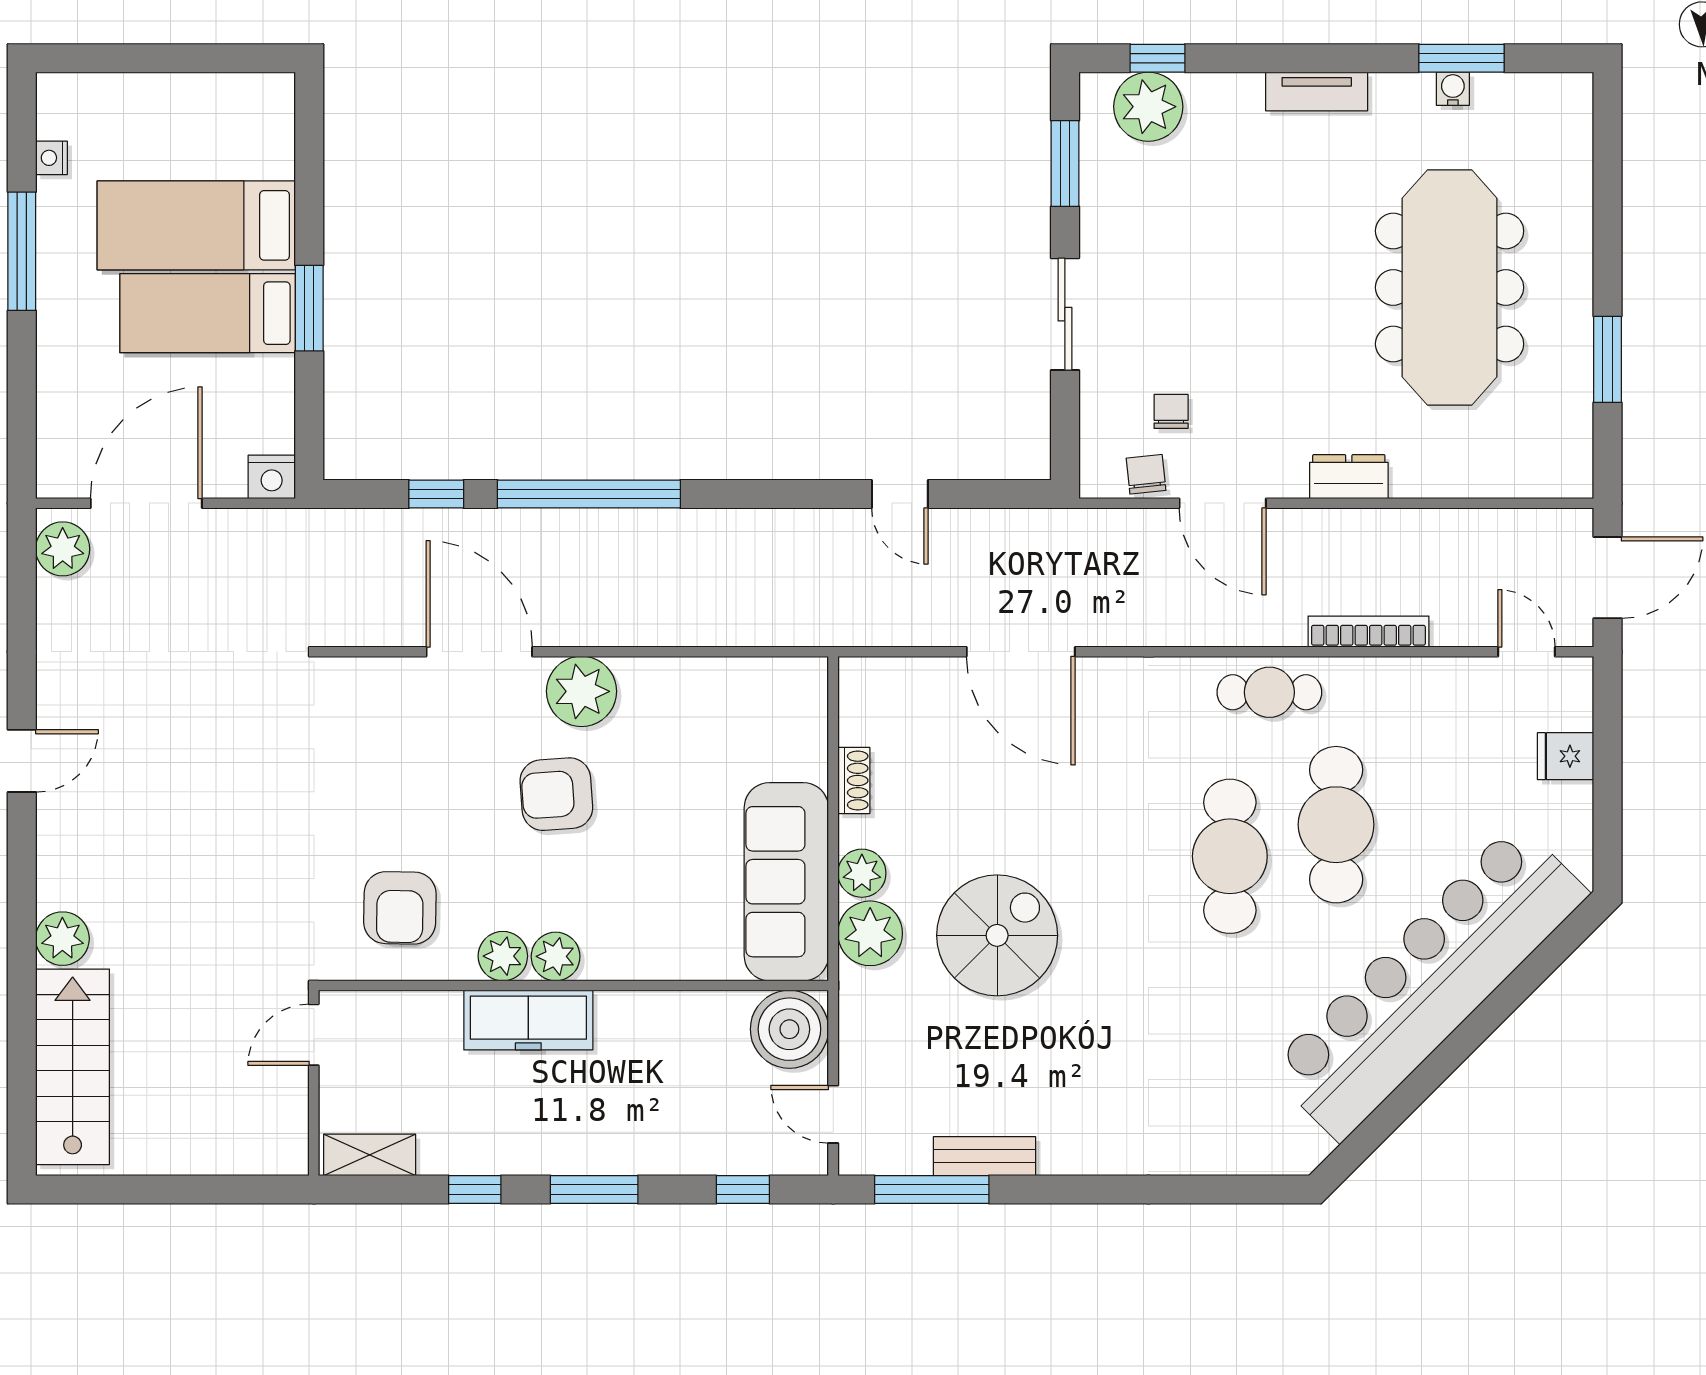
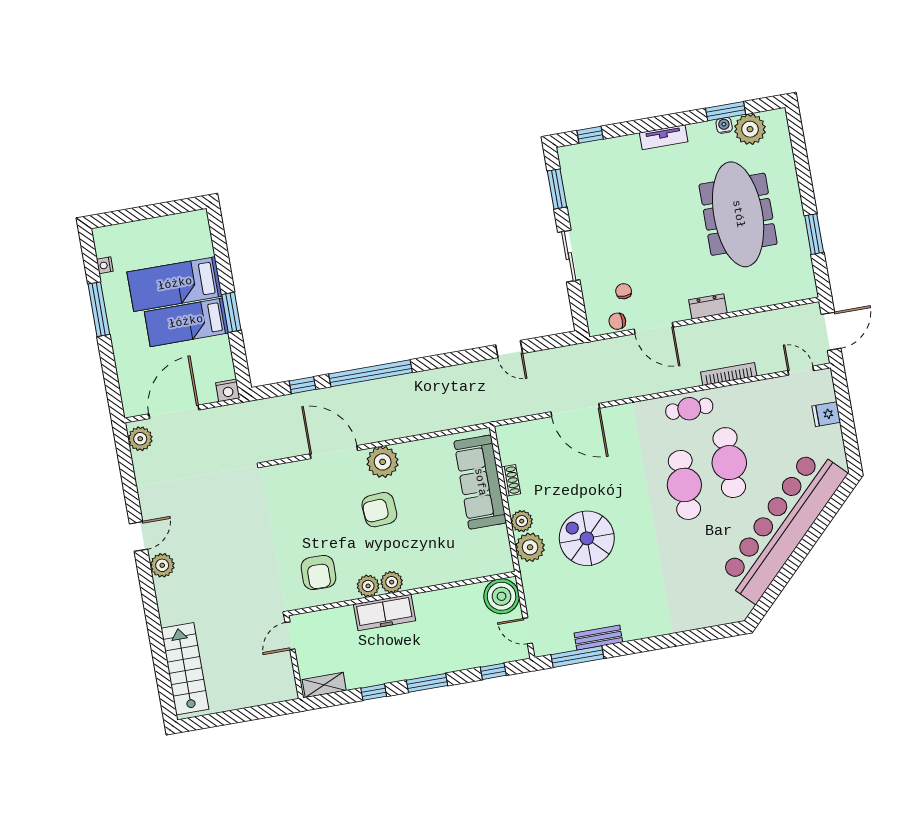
plant: (1148, 107) -> (750, 129), moved
chair: (1146, 474) -> (617, 321), turned -84
sofa: (786, 882) -> (480, 482), moved
spiral stairs: (997, 935) -> (587, 538), turned -90
plant: (62, 939) -> (162, 565), moved

